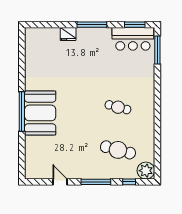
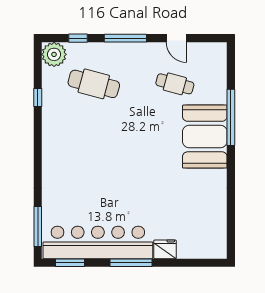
bar counter: (133, 39) -> (98, 242), width x1.86
cafe table: (118, 107) -> (175, 84), moved
window: (22, 112) -> (231, 117), moved
window: (157, 140) -> (38, 98), added

